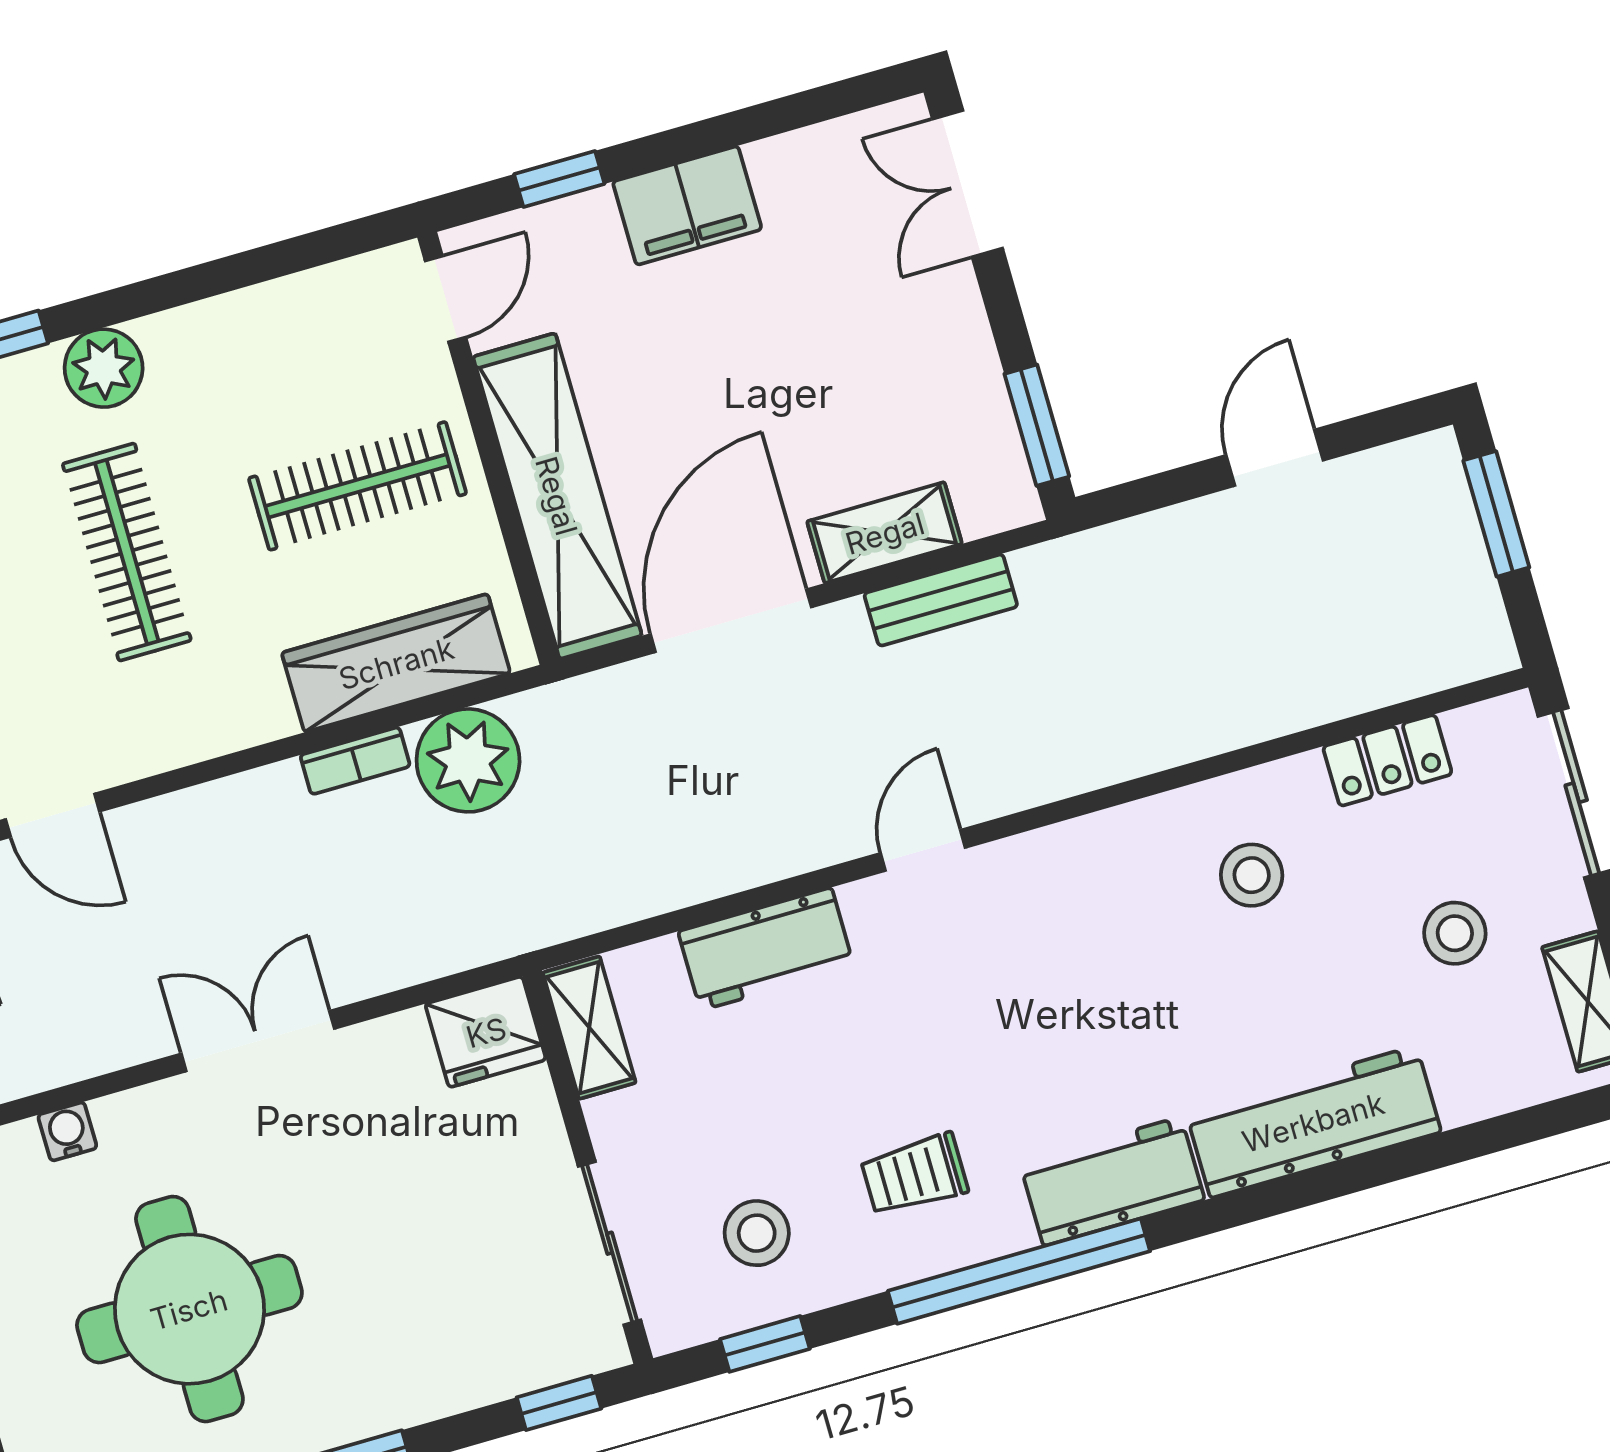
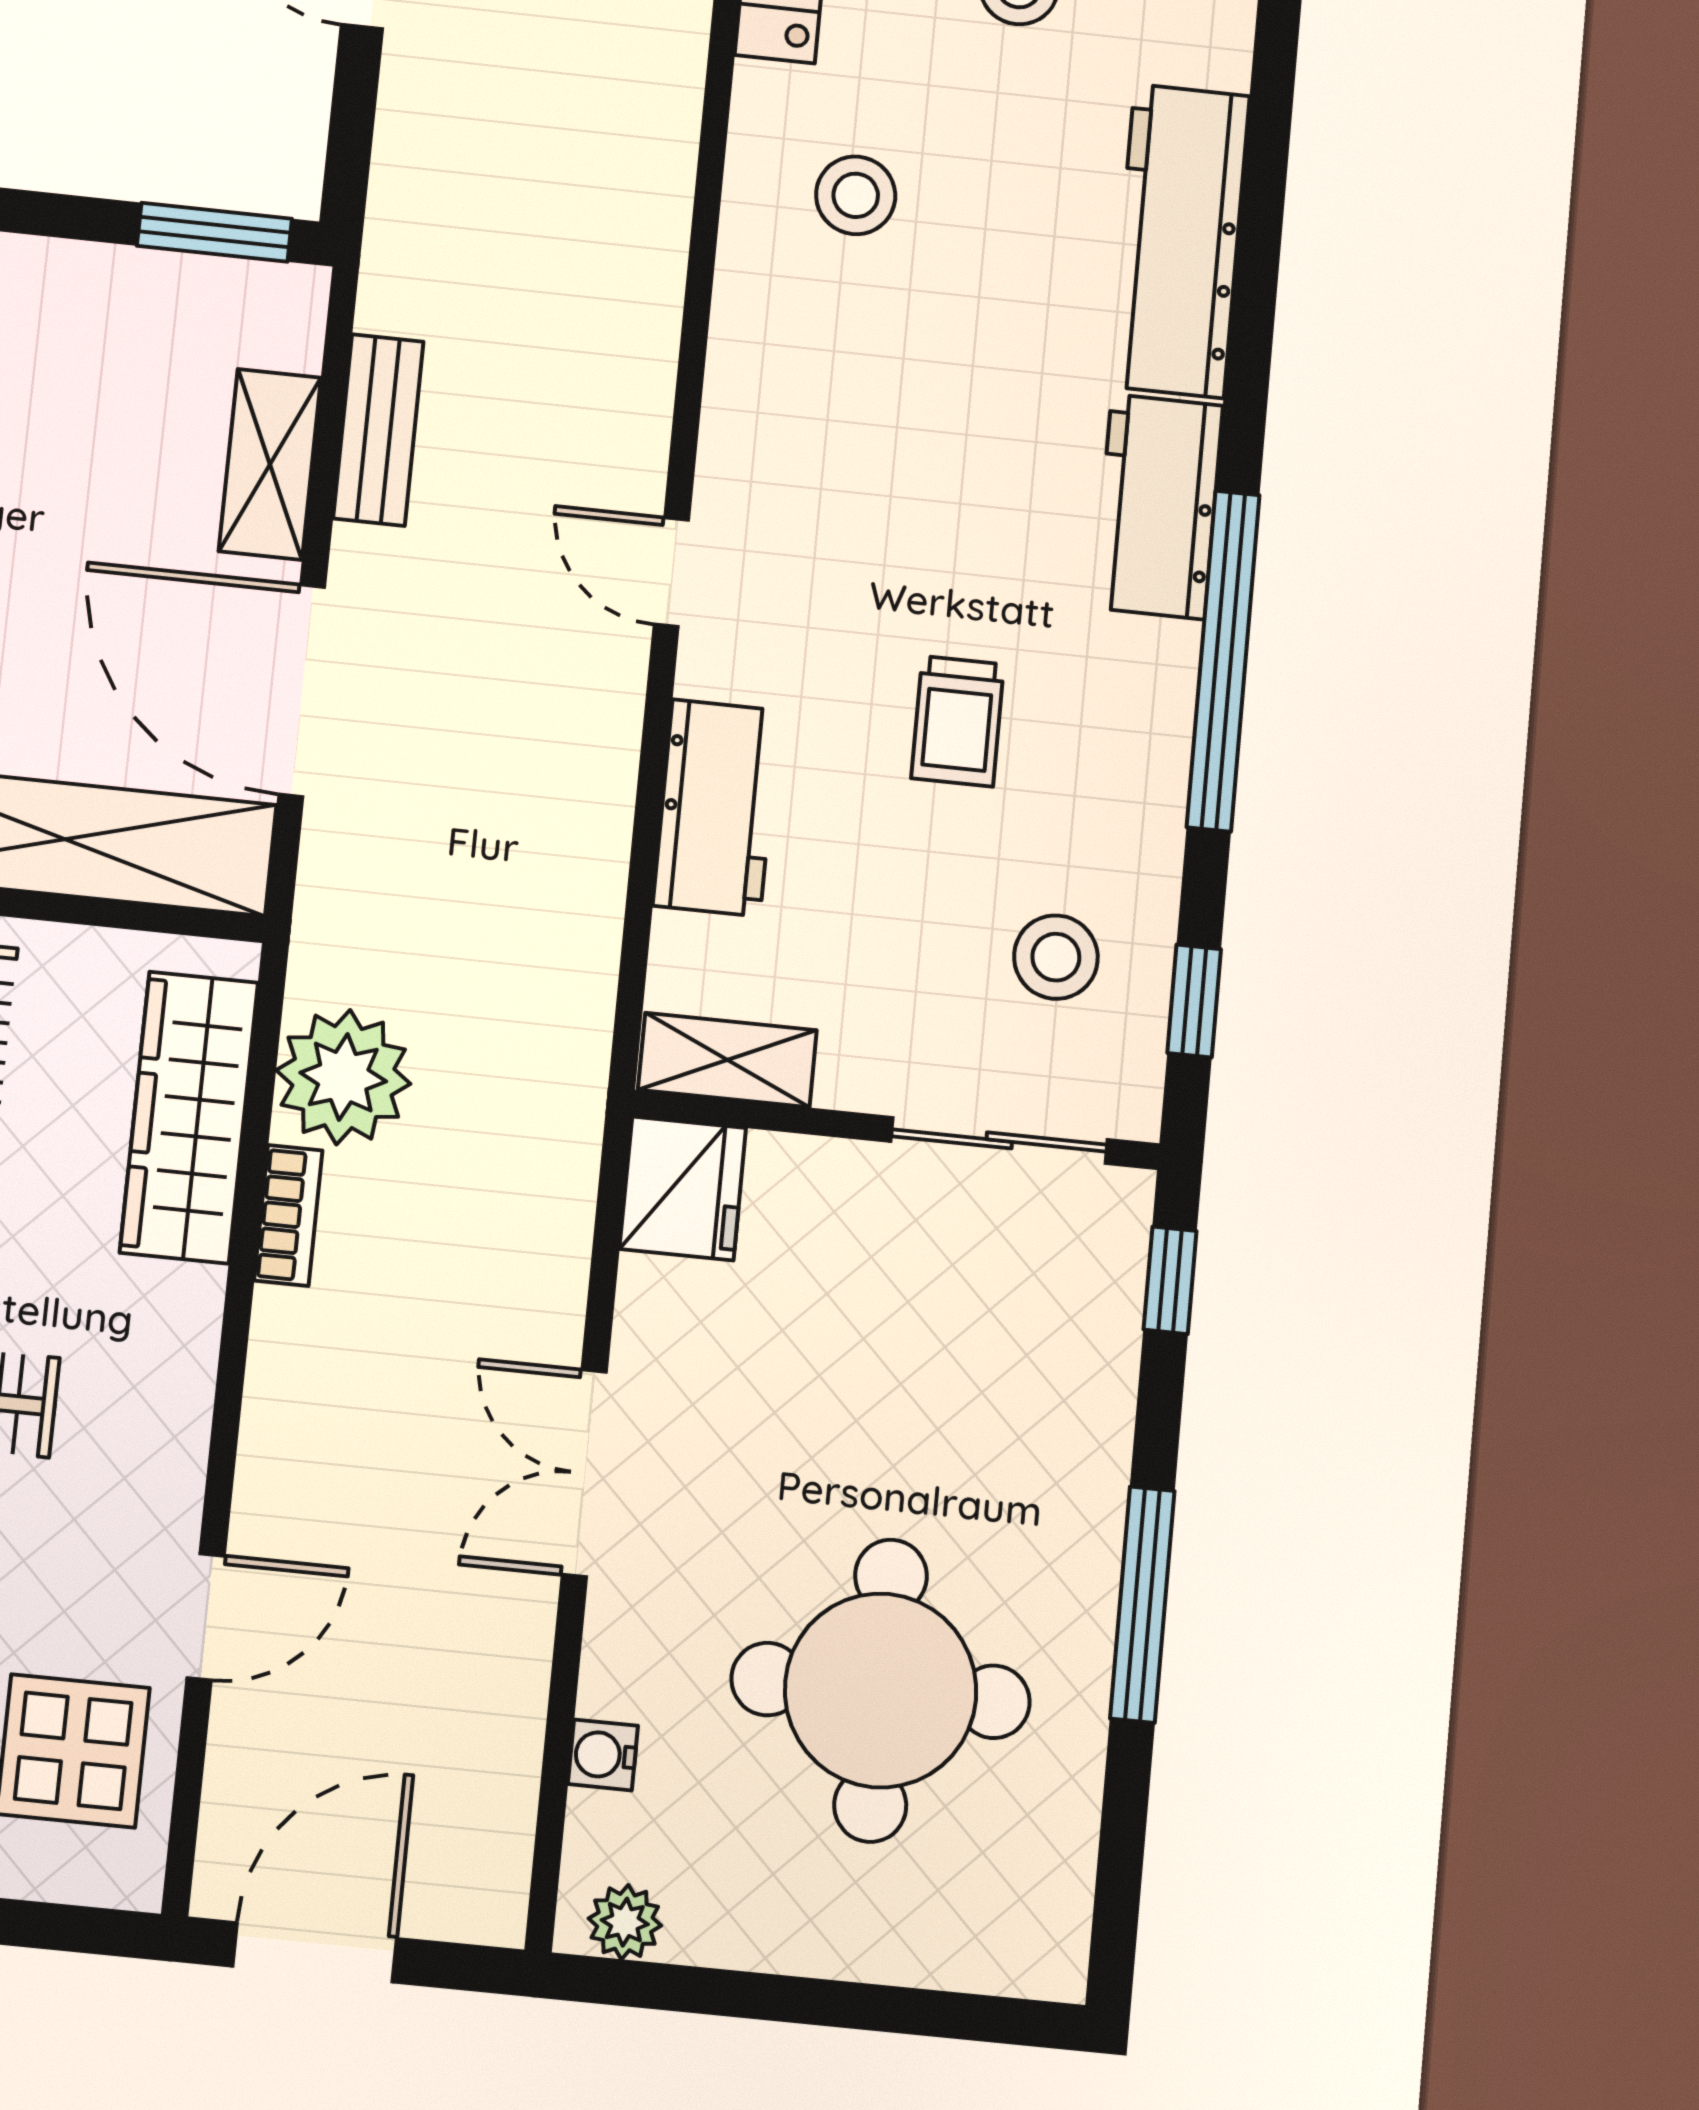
trolley: (914, 1175) -> (958, 721), moved

